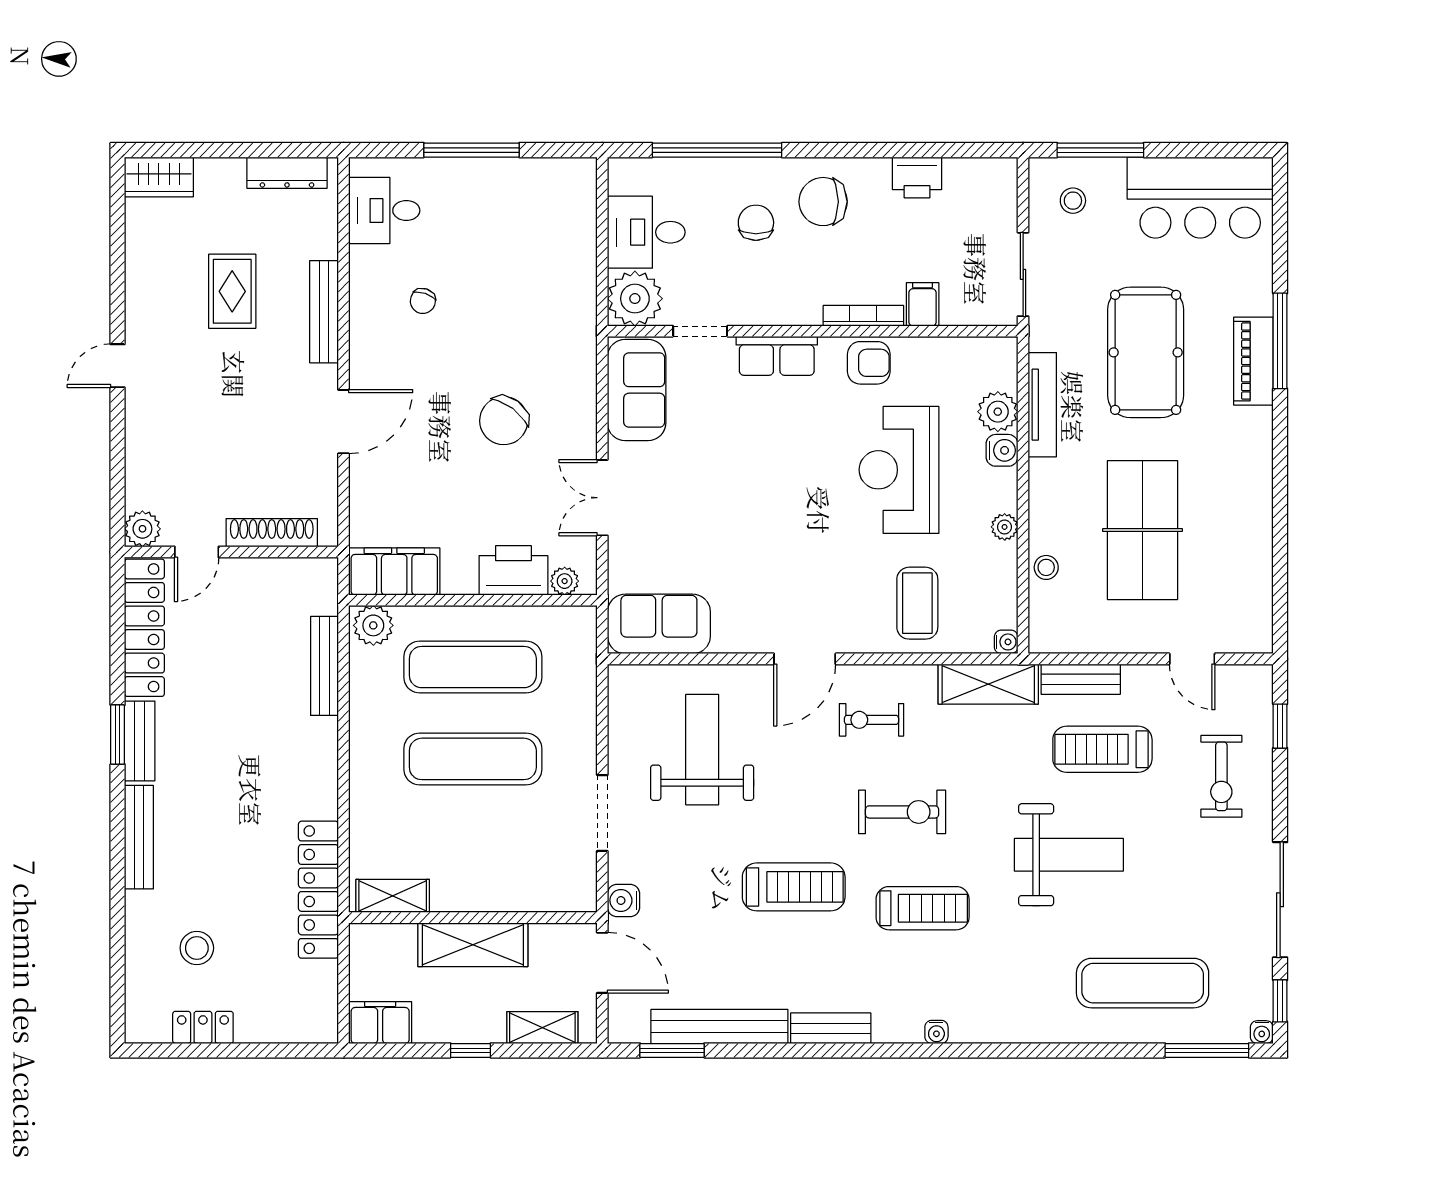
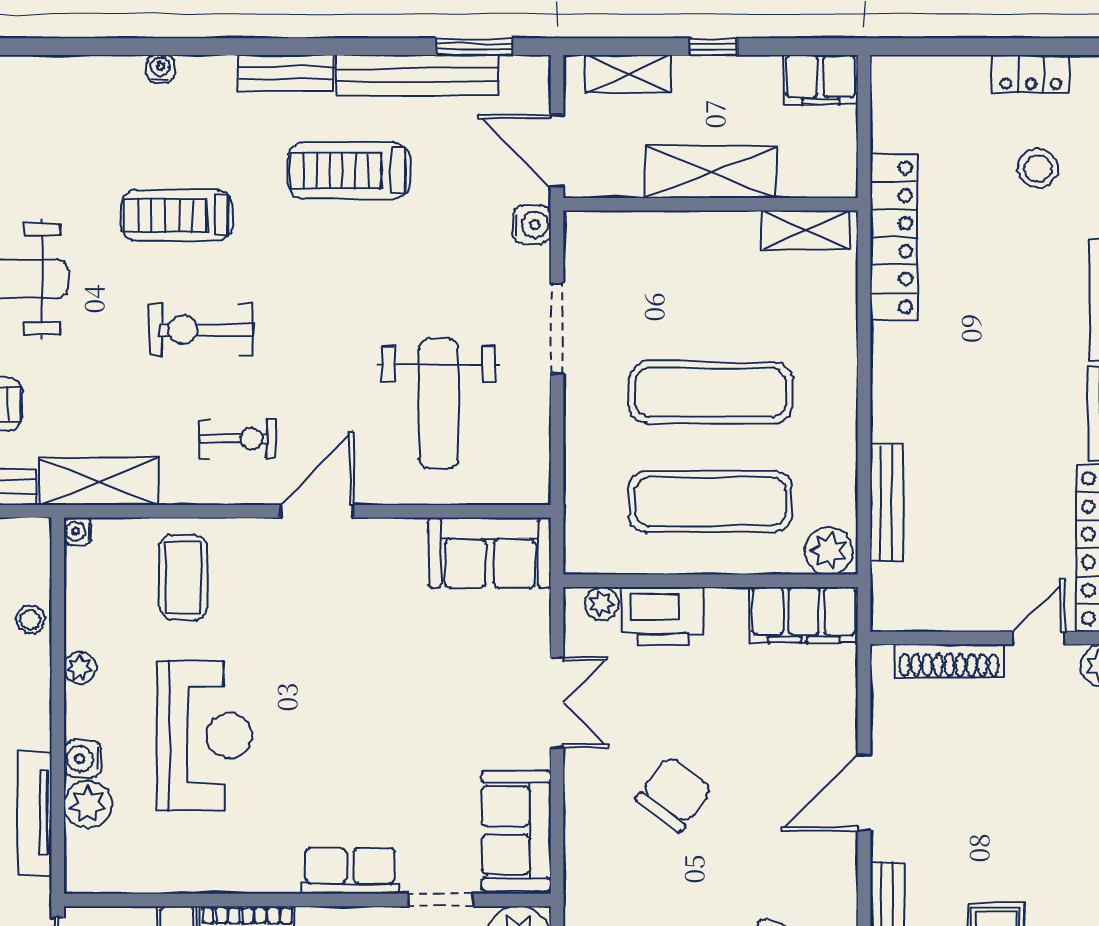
armchair: (869, 363) -> (241, 862), removed
treadmill: (794, 887) -> (349, 171), moved

